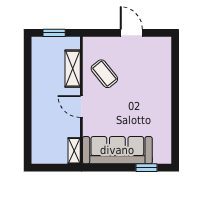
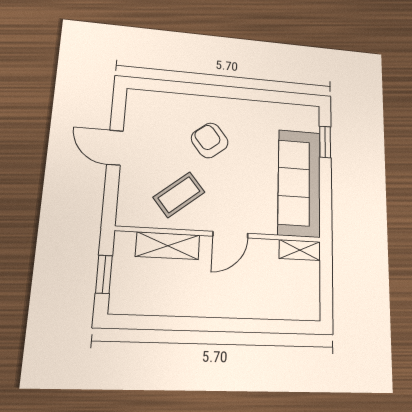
door: (131, 33) -> (115, 148), hinge flipped
armchair: (141, 91) -> (210, 140), added

